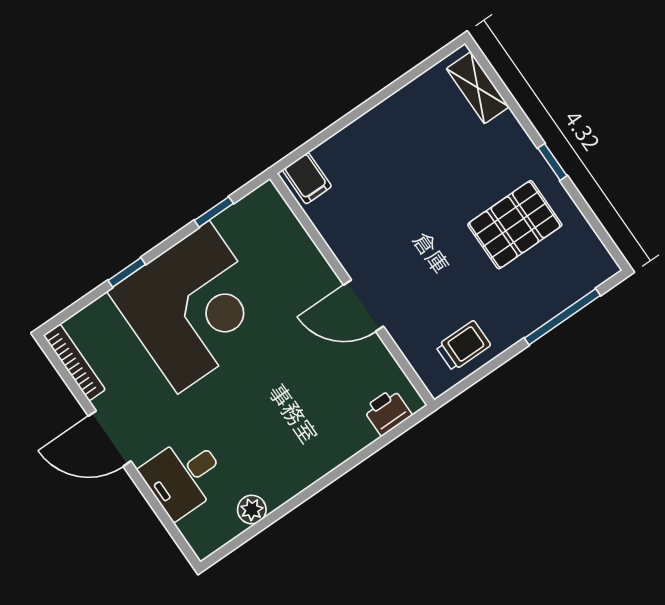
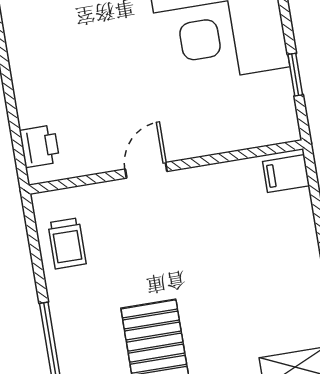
door: (364, 306) -> (146, 170), width x0.73

